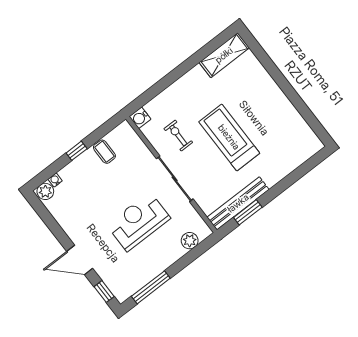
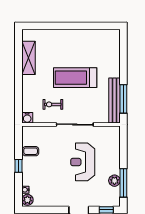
shelving: (224, 55) -> (28, 58), moved
window: (248, 212) -> (123, 99), width x1.44
plant: (190, 241) -> (114, 181), moved

